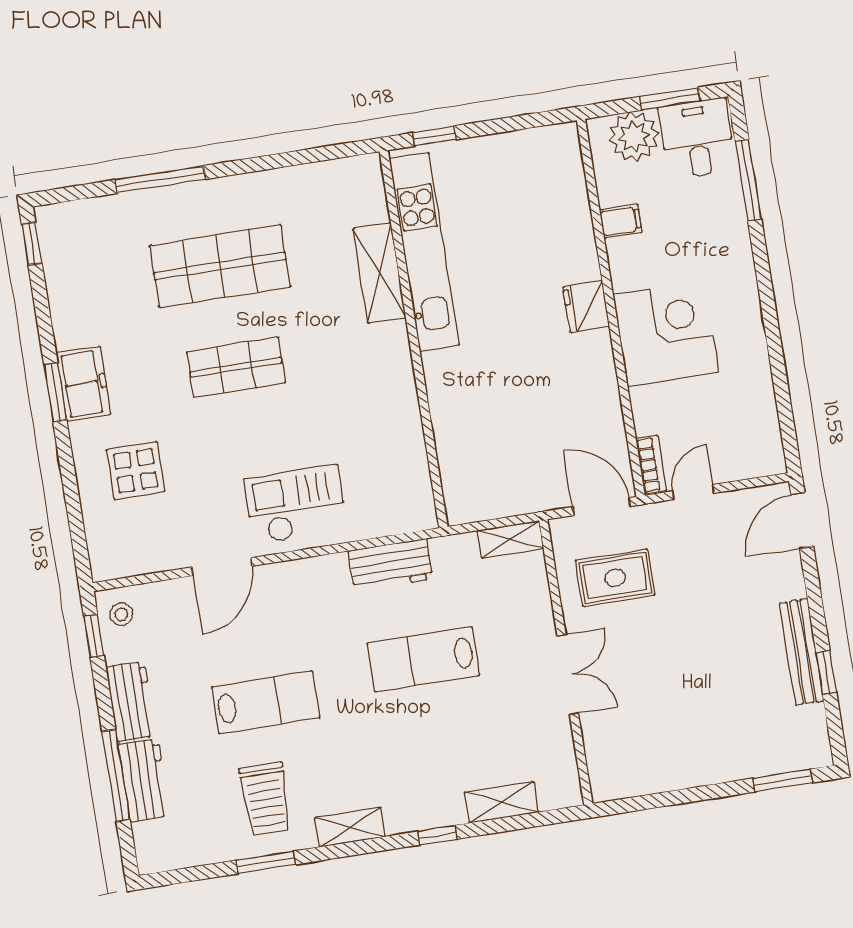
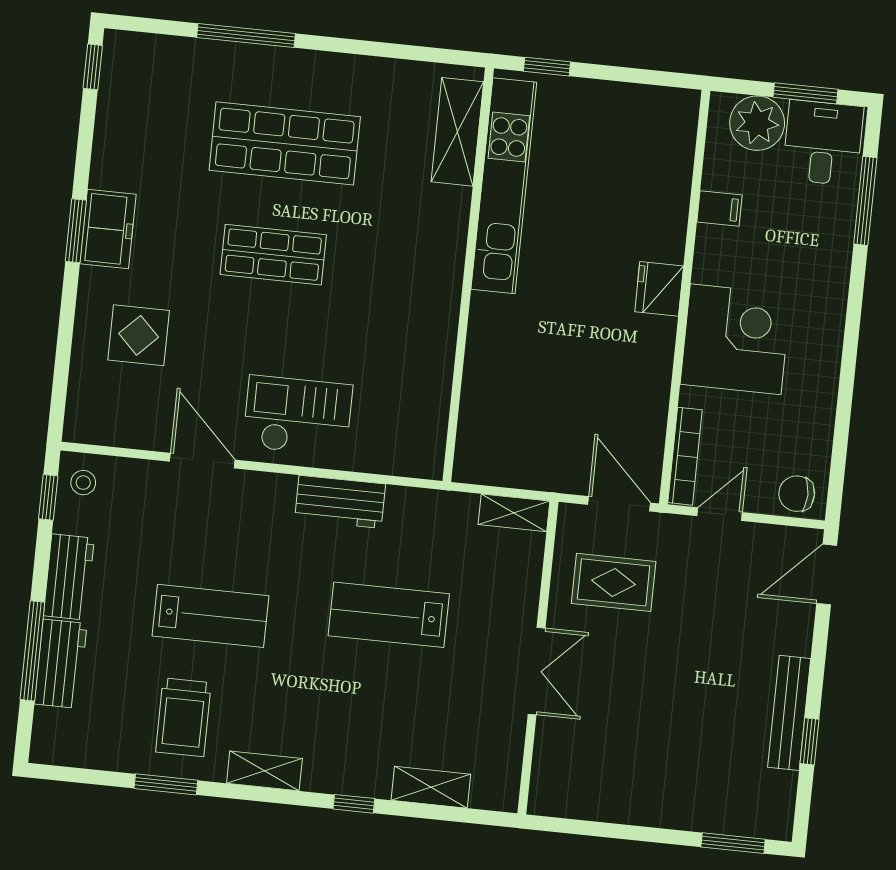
shelving: (380, 273) -> (457, 132), moved
chair: (757, 456) -> (797, 494), added
bookcase: (651, 465) -> (685, 456), width x1.56
workbench: (391, 565) -> (340, 502), moved
door: (222, 567) -> (202, 461), swing flipped

